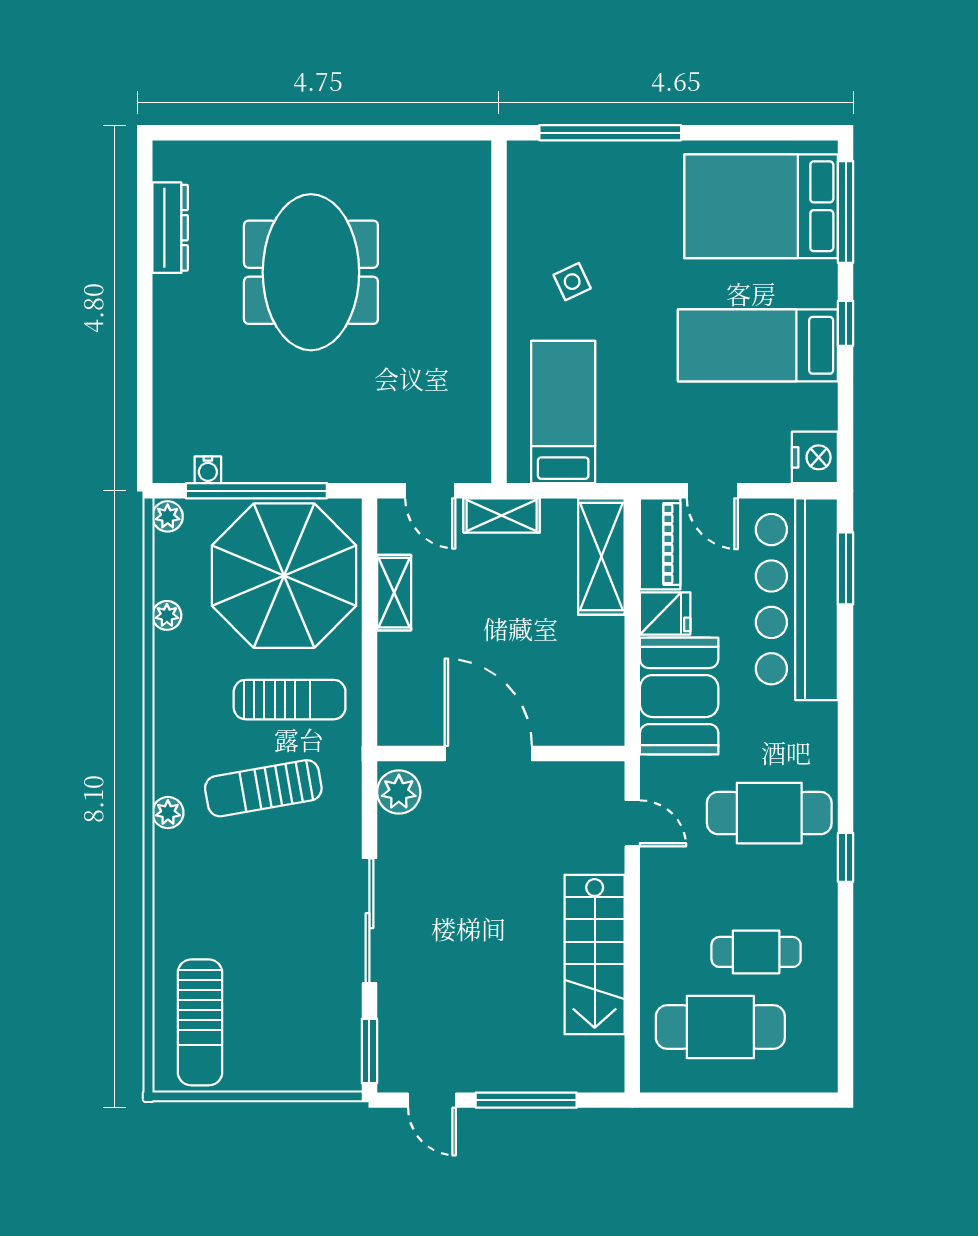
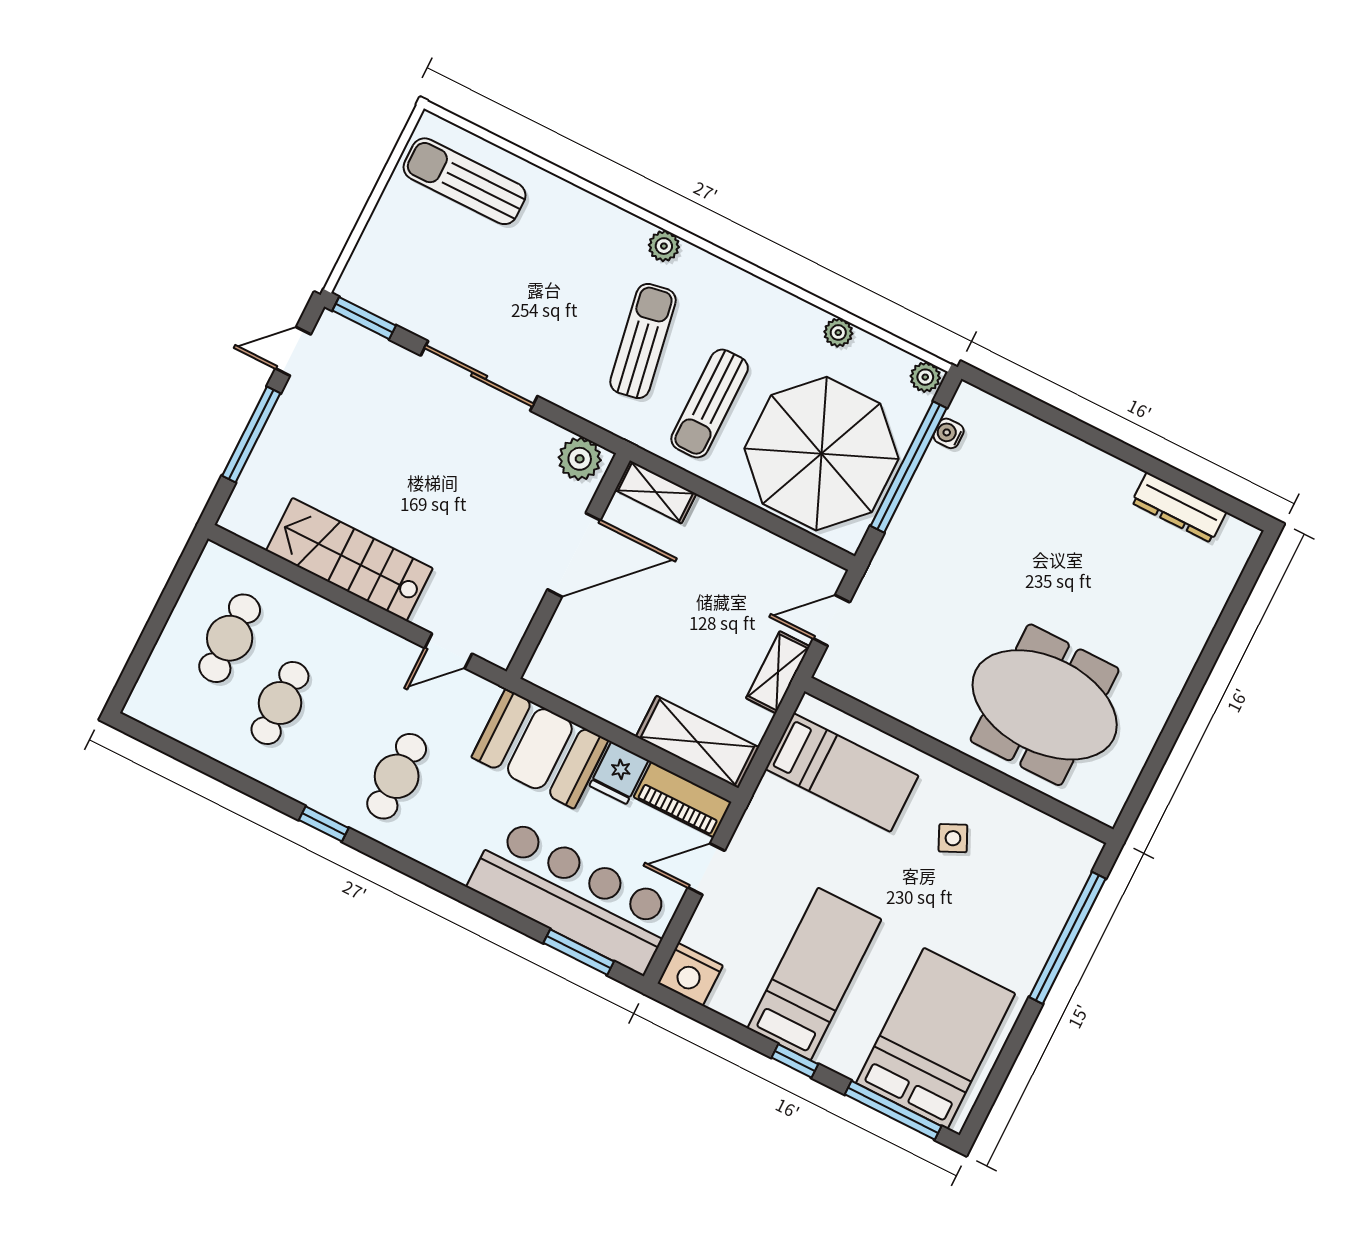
meeting table: (311, 272) -> (1045, 705), moved
shelving: (394, 593) -> (656, 492), moved
cafe table: (769, 813) -> (397, 776), width x0.73, depth x0.74
cafe table: (720, 1027) -> (230, 638), width x0.73, depth x0.74

